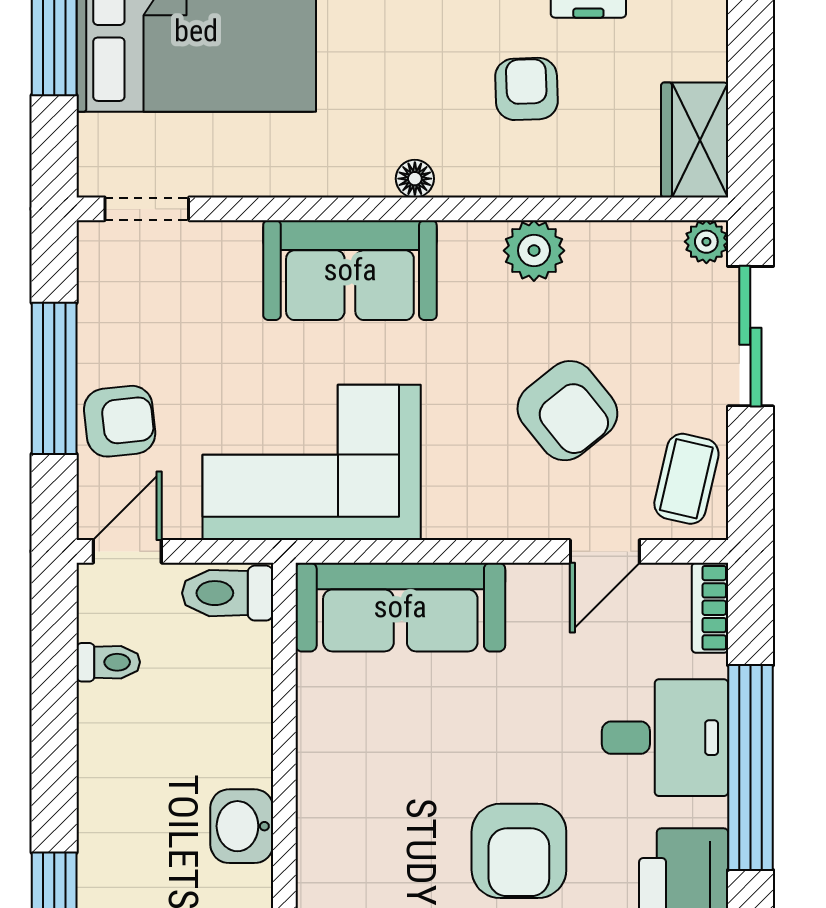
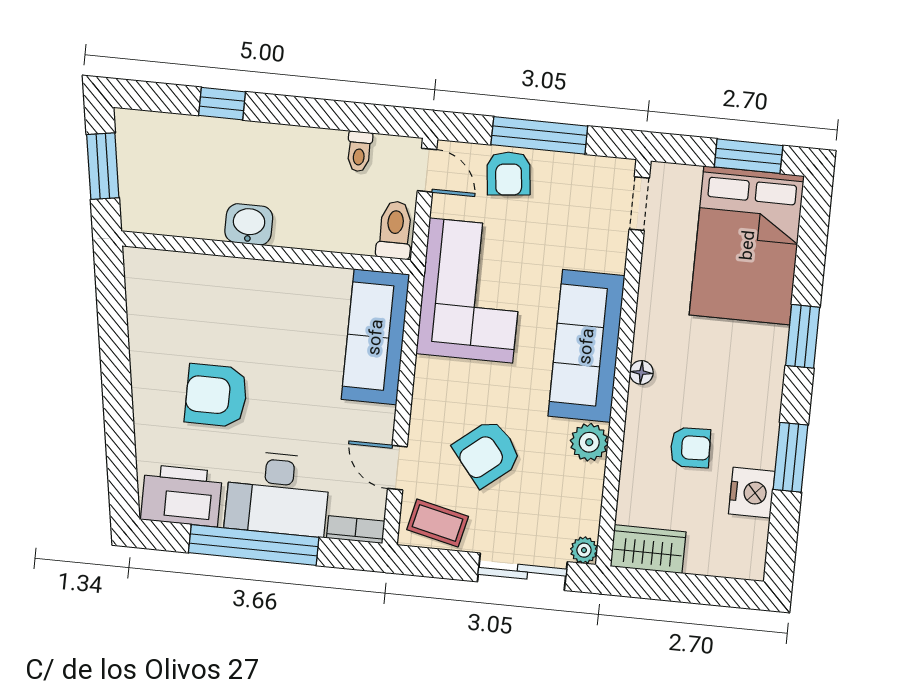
sofa: (350, 270) -> (586, 346), width x1.36
desk: (665, 738) -> (278, 494), width x1.37

